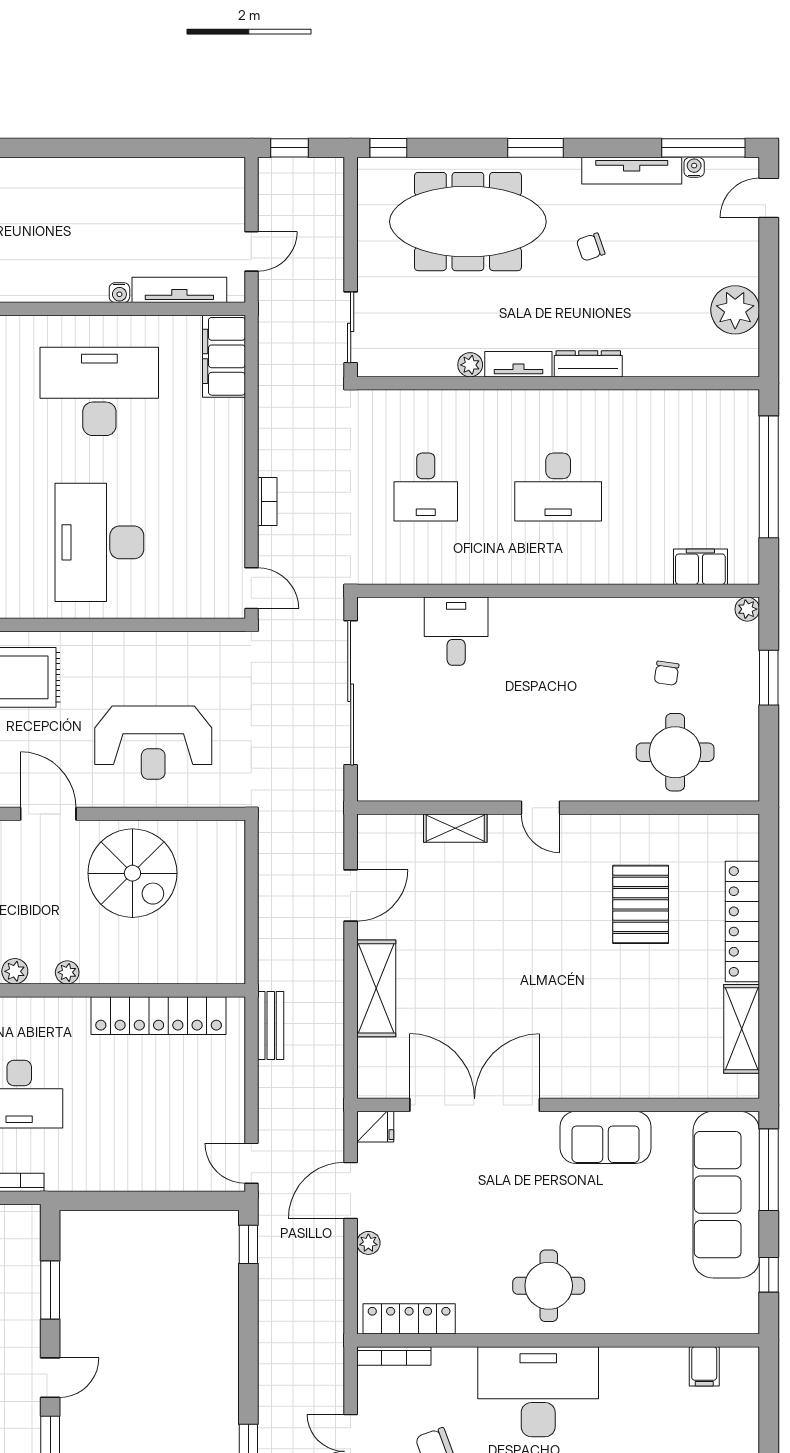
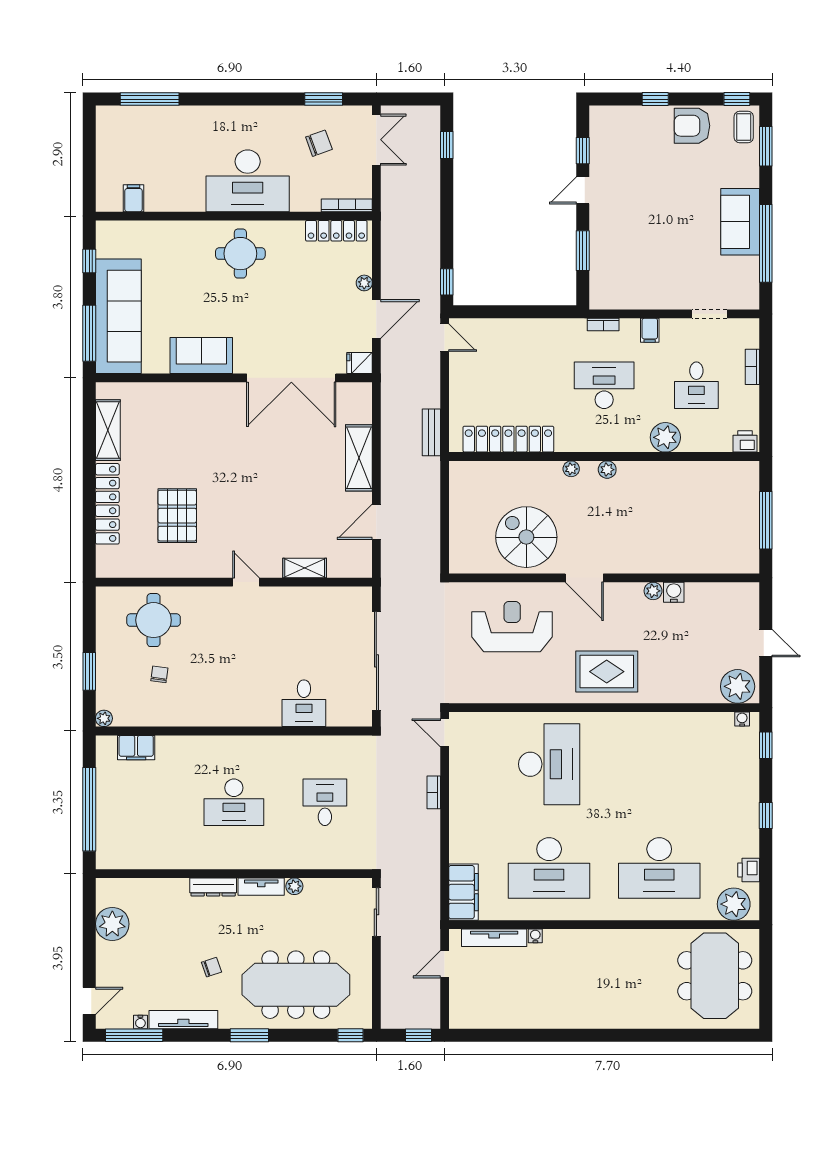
desk: (558, 487) -> (234, 802), turned 180

